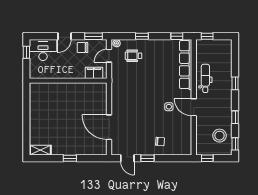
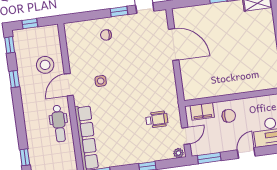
chair: (83, 48) -> (229, 116), moved
wheelchair: (133, 56) -> (157, 120), moved
window: (235, 83) -> (25, 157), moved
door: (194, 107) -> (69, 85), swing flipped
stool: (219, 136) -> (45, 65), moved
window: (207, 158) -> (30, 24), moved

